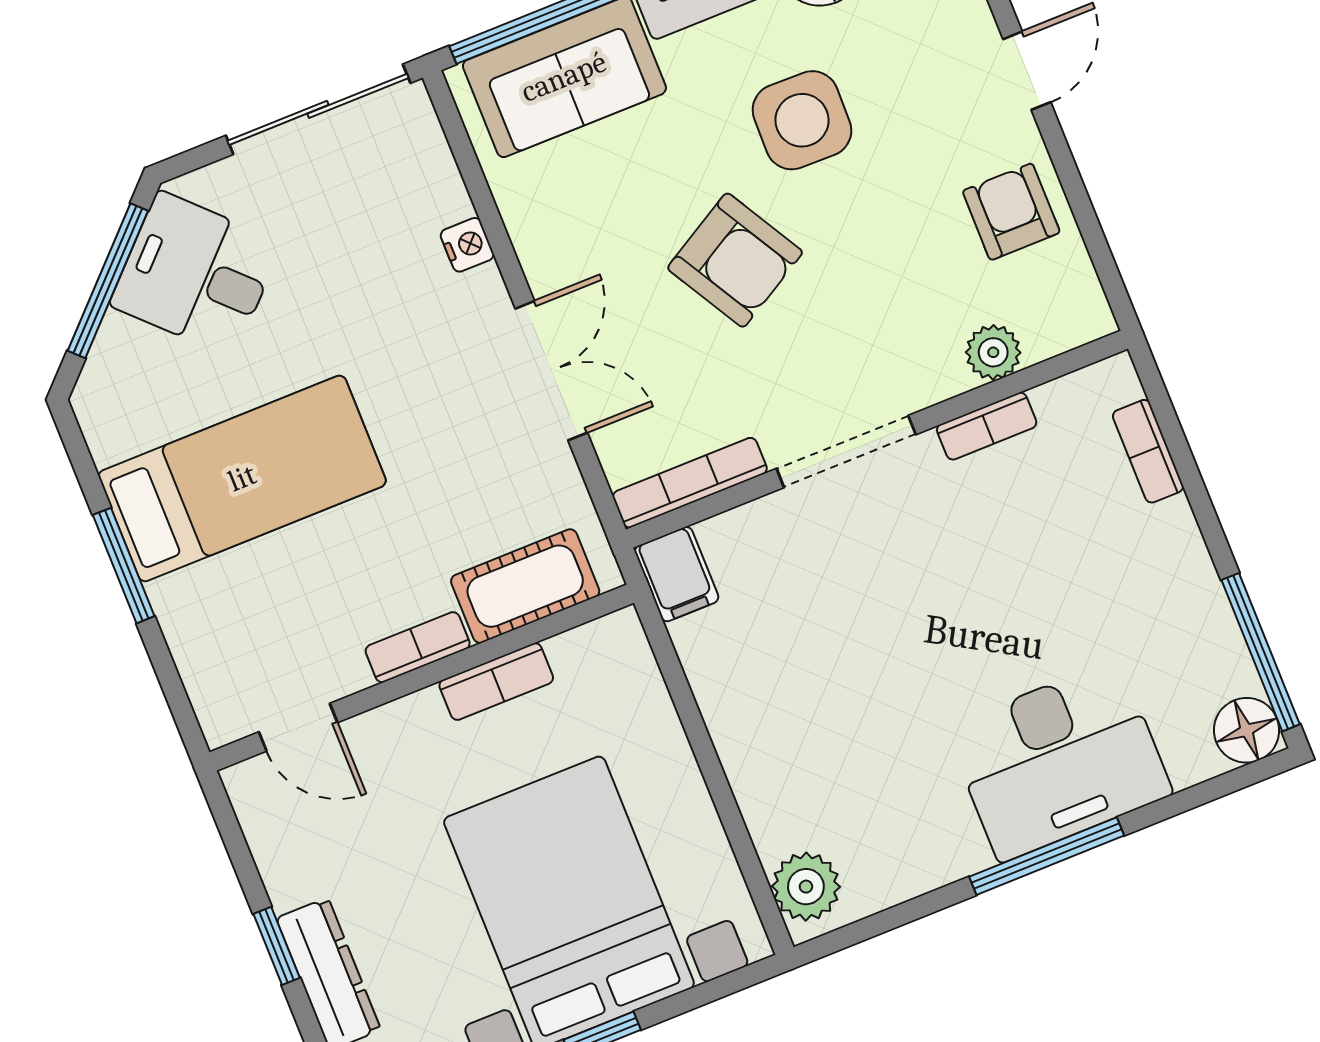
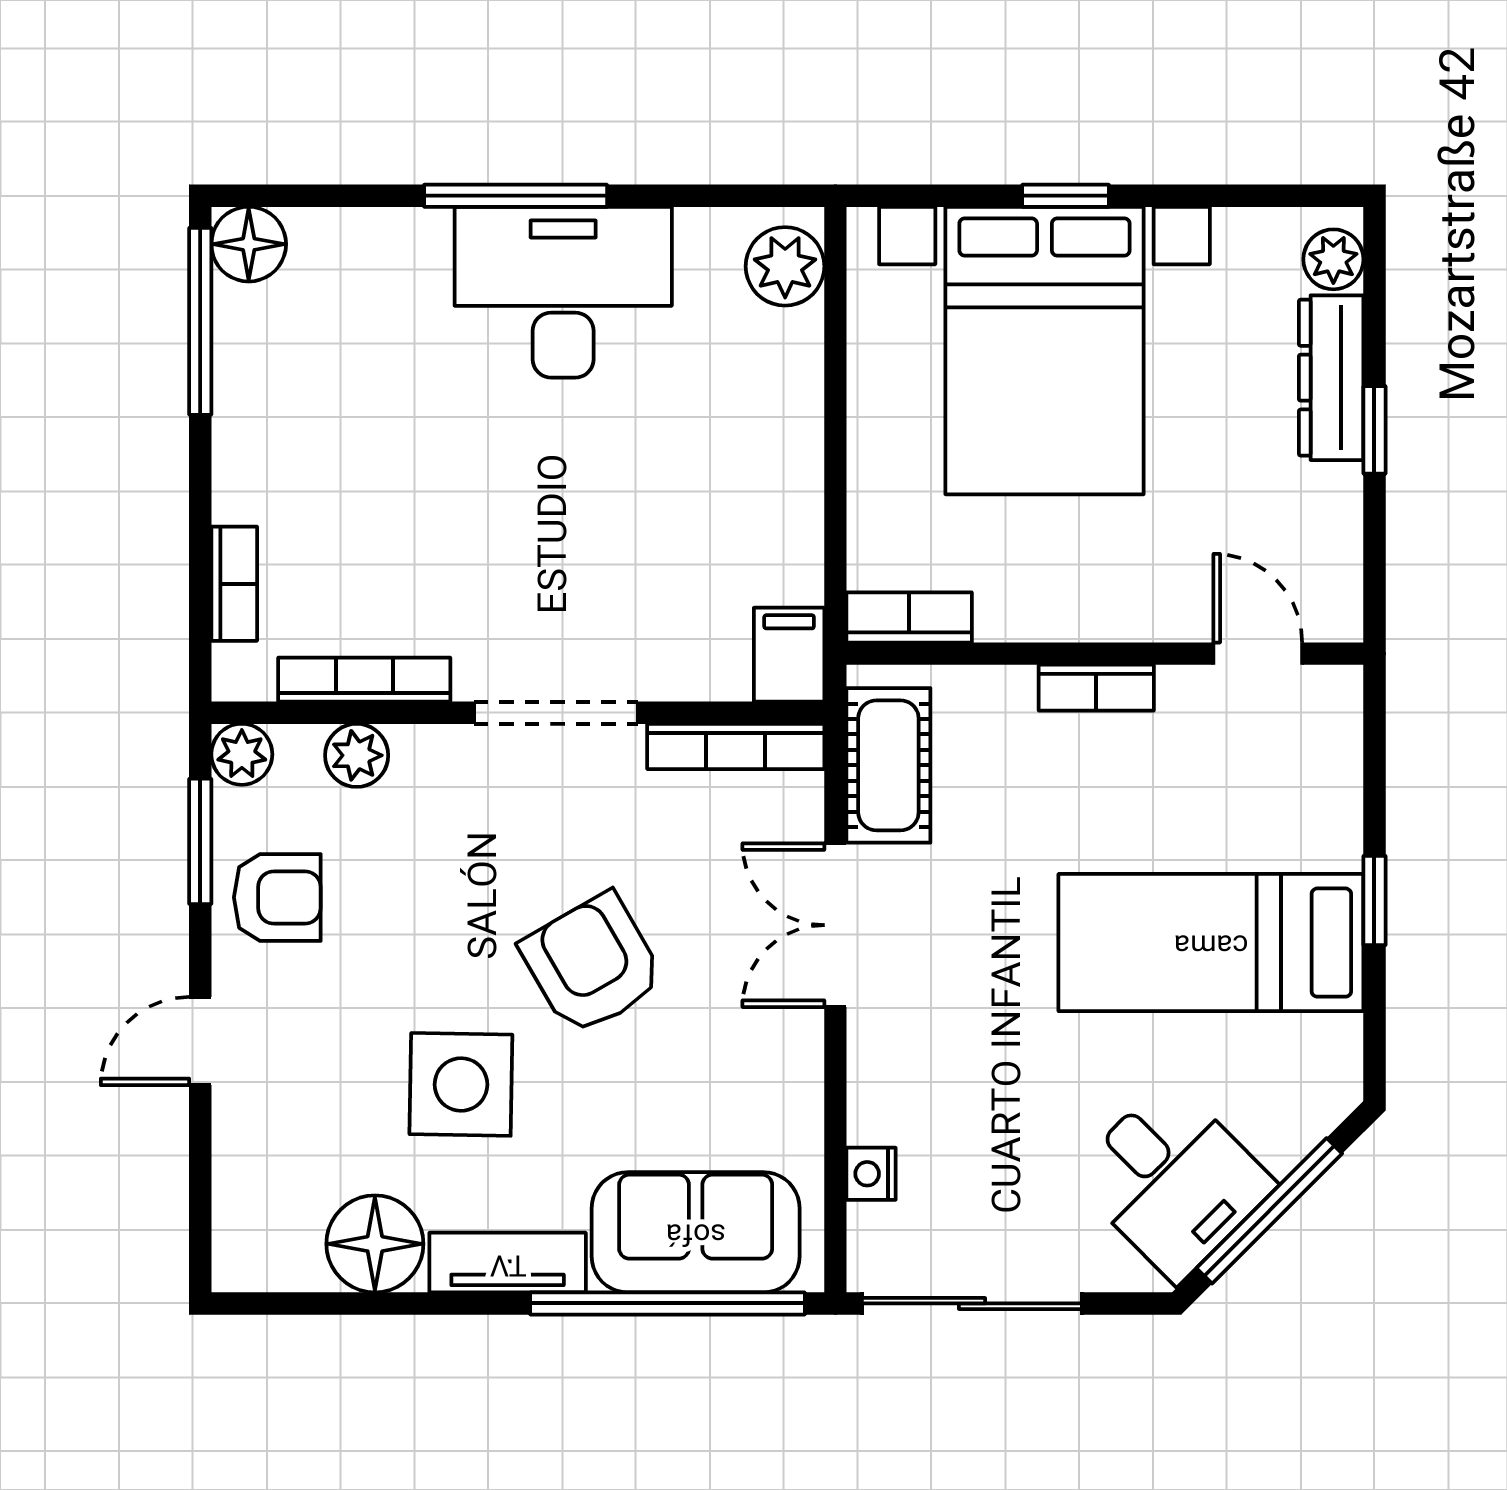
armchair: (1011, 212) -> (277, 897), turned -90
window: (1092, 232) -> (200, 841), added
nightstand: (467, 245) -> (871, 1174), moved
plant: (1086, 316) -> (242, 754), added
bookcase: (987, 426) -> (364, 680), width x1.56
window: (124, 566) -> (1374, 901), width x0.67
cot: (525, 586) -> (888, 765), moved, turned 90
bookcase: (496, 682) -> (909, 617), moved
desk: (1059, 761) -> (563, 292), moved

